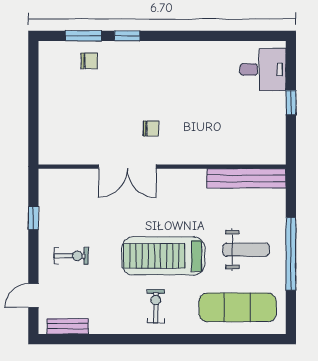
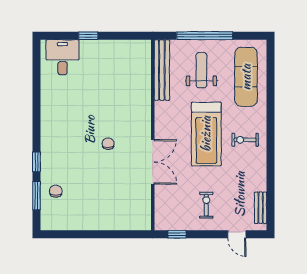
double door: (127, 167) -> (153, 162), moved
wall: (162, 167) -> (153, 135), moved
bench: (246, 178) -> (162, 70), moved

